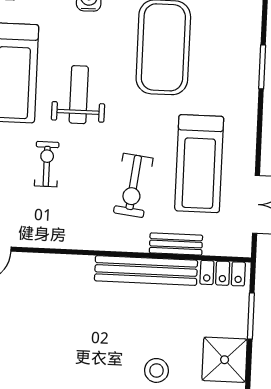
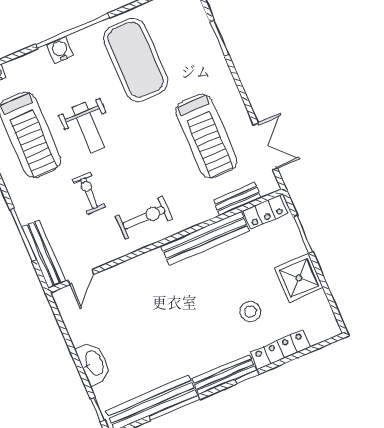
weight bench: (79, 95) -> (88, 128), turned 180
exercise bike: (133, 185) -> (144, 218), moved, turned -97
bench: (176, 244) -> (237, 199), moved

